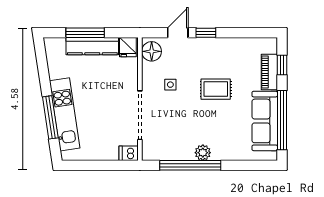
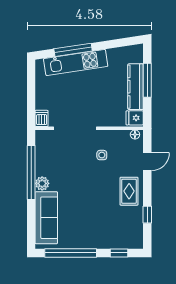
door: (178, 33) -> (147, 162), hinge flipped
window: (206, 33) -> (147, 215), moved
floor lamp: (152, 51) -> (135, 135), width x0.53, depth x0.53
piano: (269, 72) -> (113, 242), removed
rug: (216, 89) -> (129, 191), moved
sofa: (265, 121) -> (46, 218), moved, turned 90

